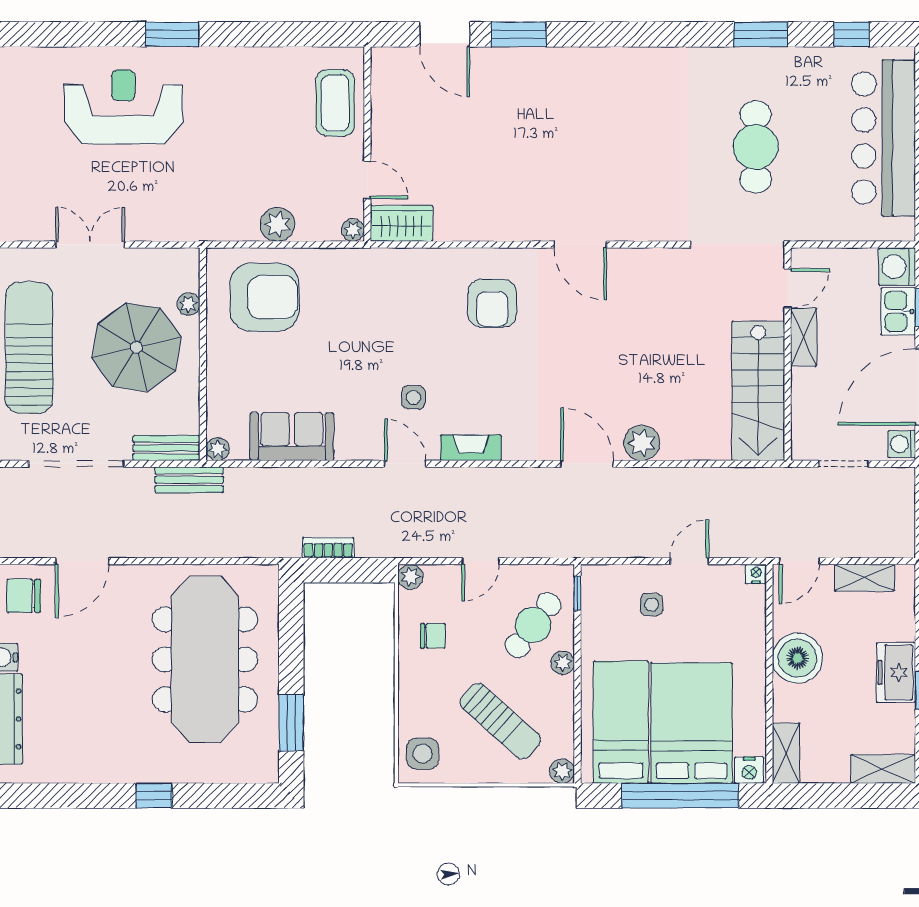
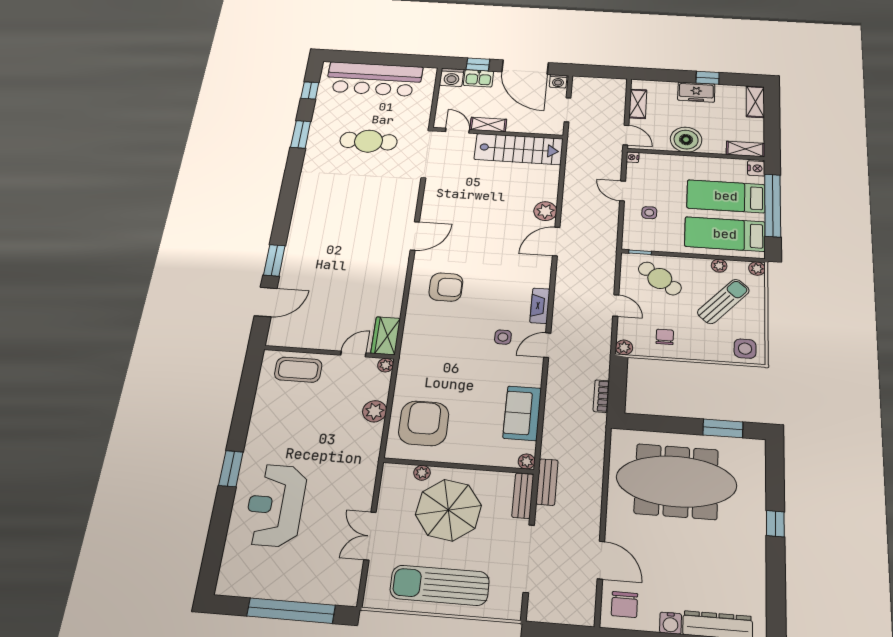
plant: (563, 663) -> (719, 266), moved
bed: (692, 723) -> (726, 196), width x0.67

